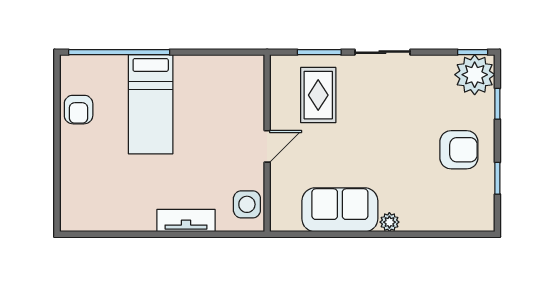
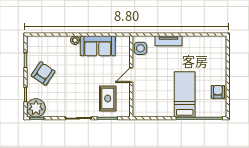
armchair: (459, 150) -> (43, 73), turned 124

